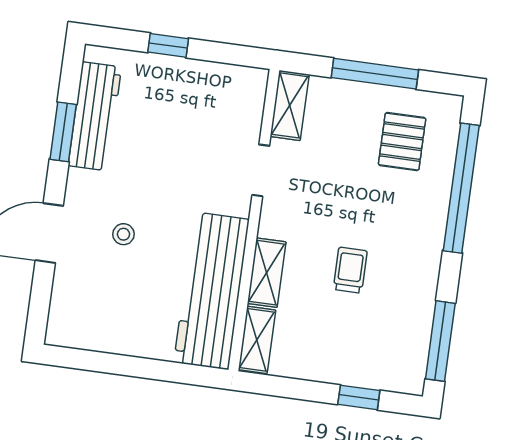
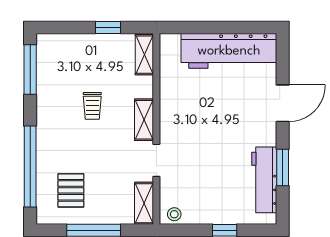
stool: (123, 234) -> (174, 214), moved
shelving: (267, 273) -> (144, 120), moved
workbench: (211, 291) -> (229, 51), moved, turned 90
window: (359, 397) -> (108, 27), moved

